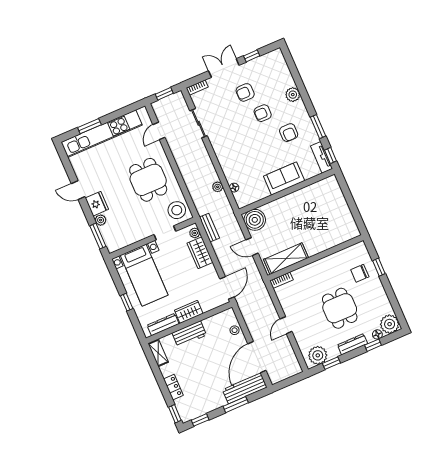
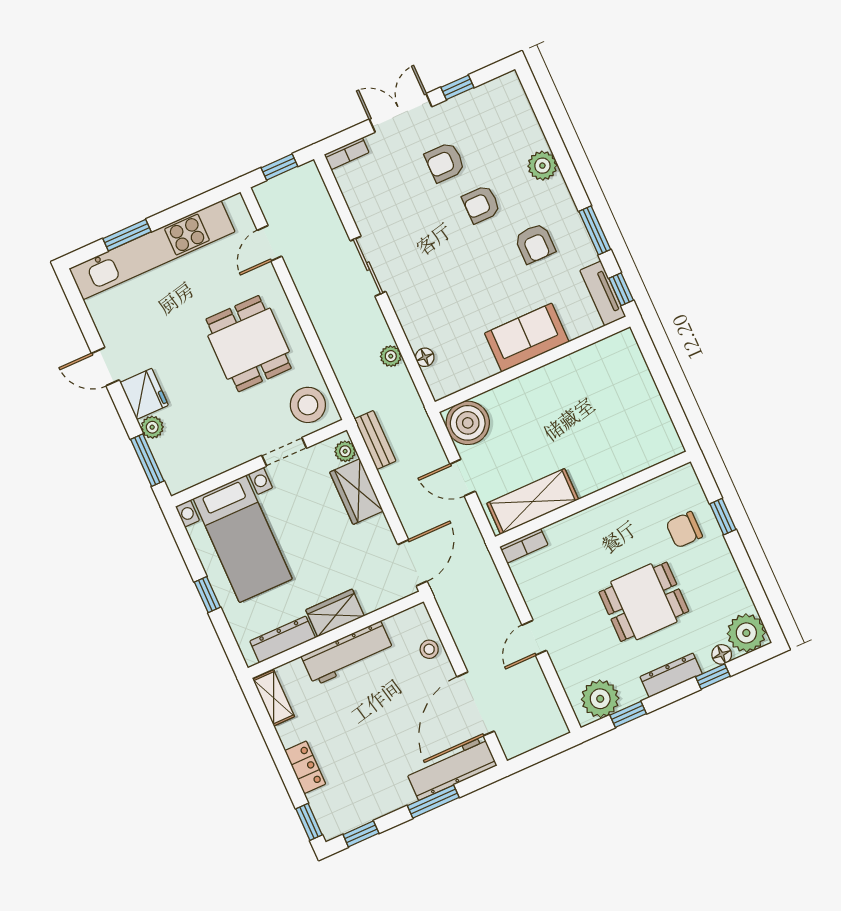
sliding door: (199, 123) -> (368, 266), moved
dining table: (340, 308) -> (644, 602), turned 90
workbench: (189, 334) -> (347, 653), width x1.38

